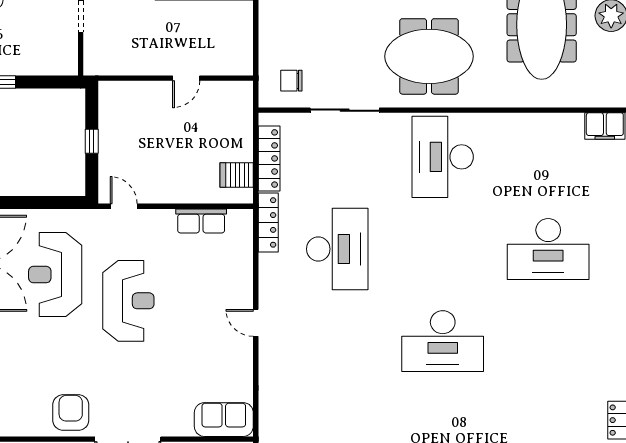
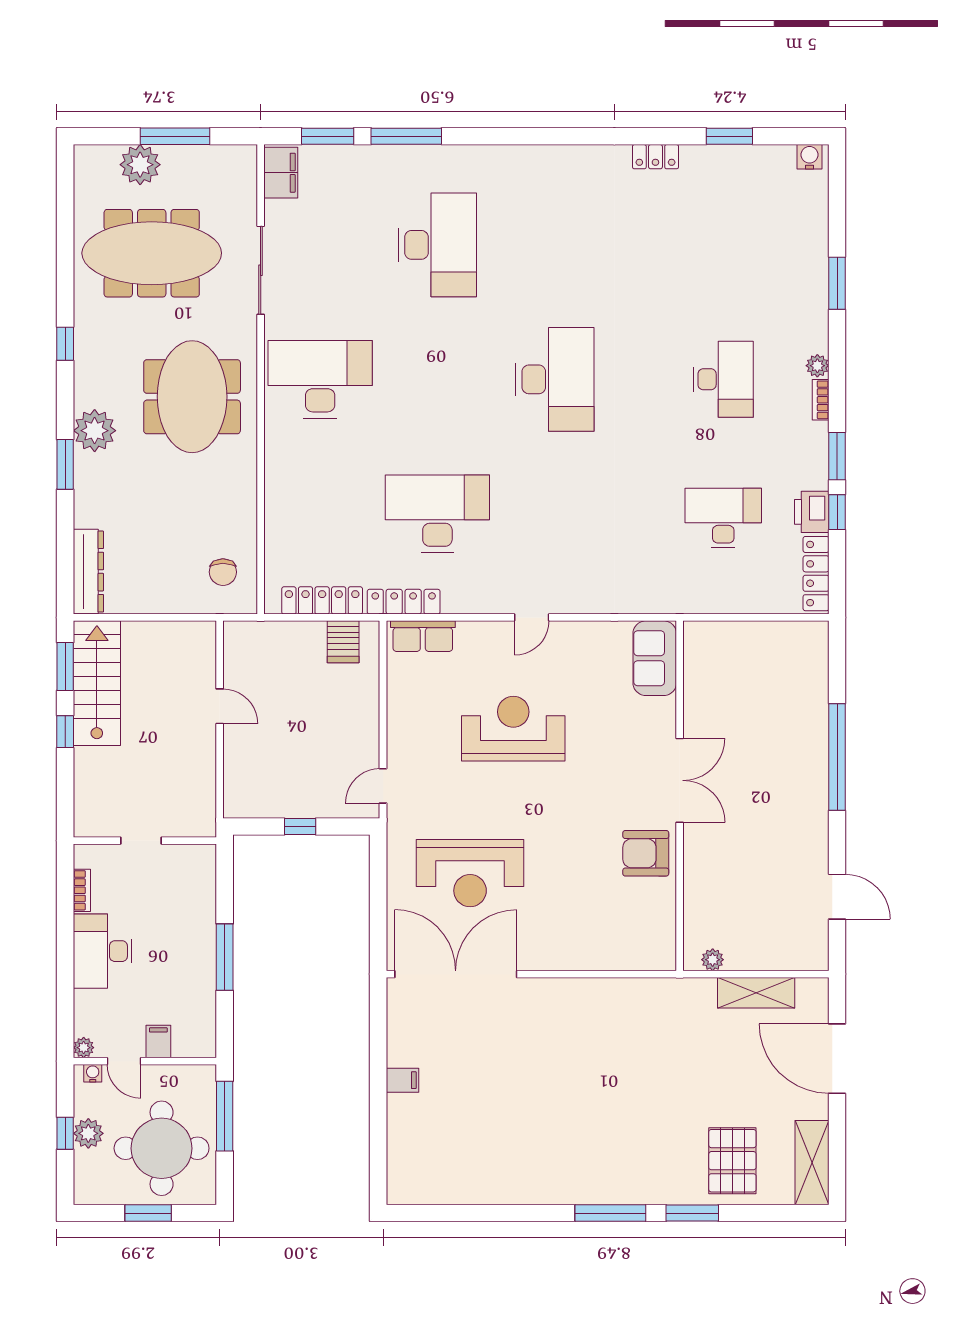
sliding door: (345, 110) -> (261, 270), moved
desk: (443, 157) -> (320, 379), turned 180
row of seats: (201, 221) -> (423, 636), moved, turned 90
reception desk: (128, 301) -> (513, 729), moved

